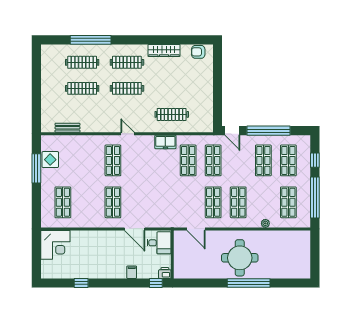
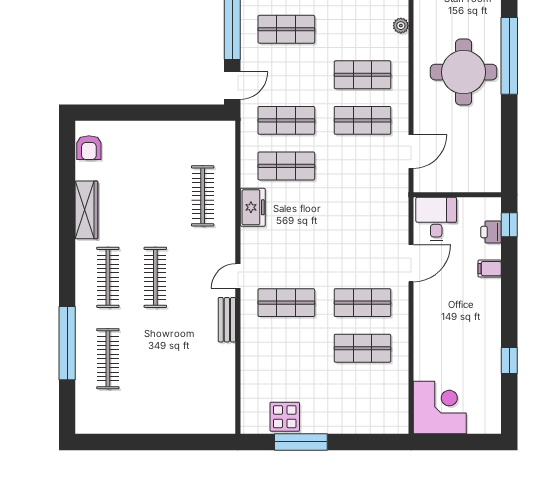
clothes rail: (82, 88) -> (155, 359), removed
bench: (67, 128) -> (227, 320), moved
shop shelf: (63, 202) -> (362, 348), moved
printer: (165, 273) -> (491, 232), moved

